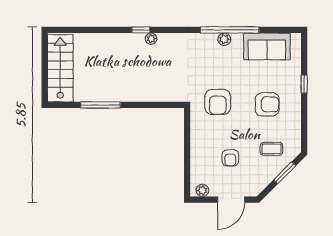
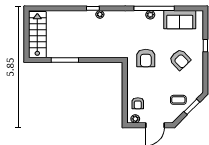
armchair: (267, 104) -> (180, 60), turned 46
coffee table: (271, 149) -> (178, 100), moved
armchair: (230, 158) -> (138, 103), moved

